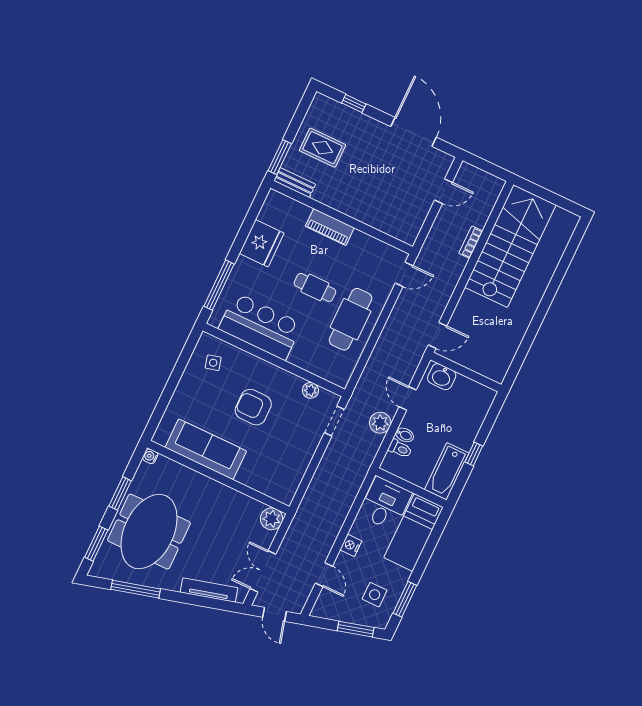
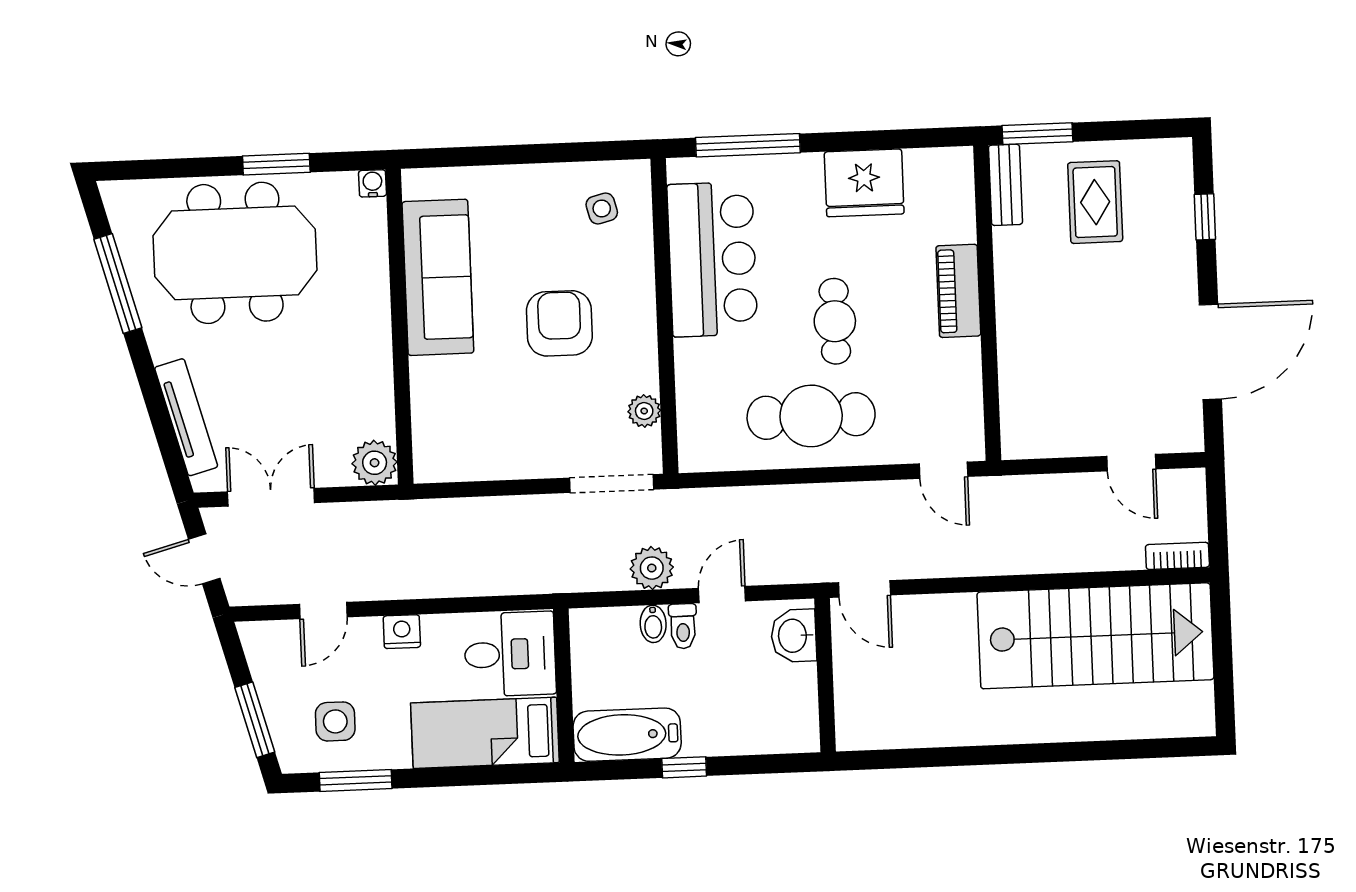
bookcase: (471, 242) -> (1177, 556), moved
doorway: (334, 421) -> (612, 484), width x1.38
toilet: (400, 449) -> (683, 626), moved
window: (96, 544) -> (163, 169), removed
door: (274, 614) -> (204, 559), hinge flipped

